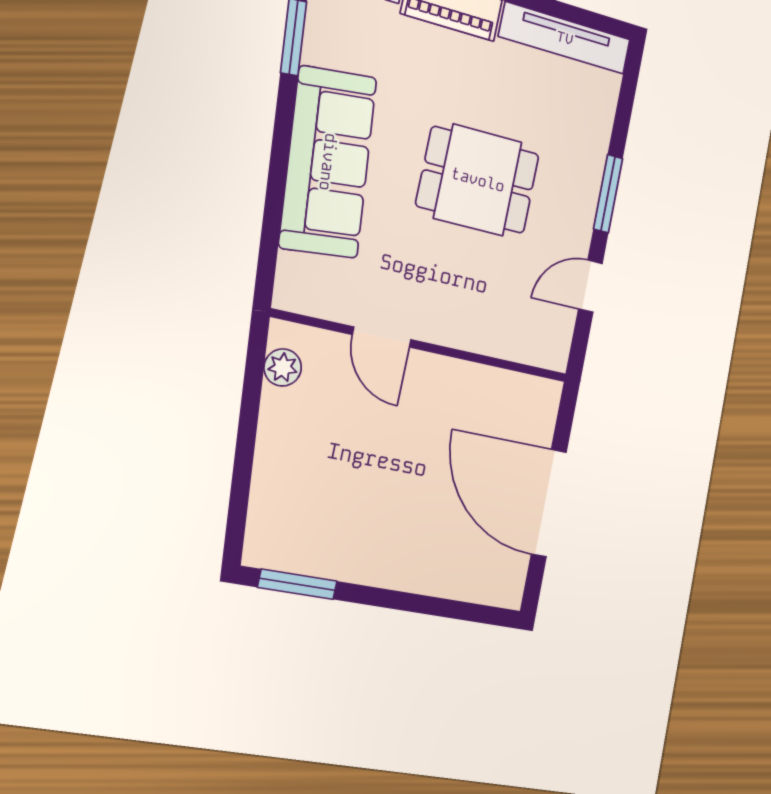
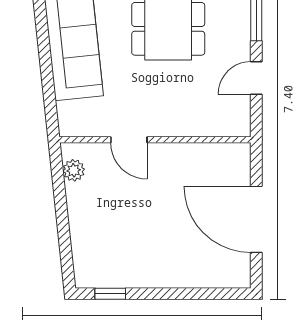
window: (297, 584) -> (110, 294), width x0.67

